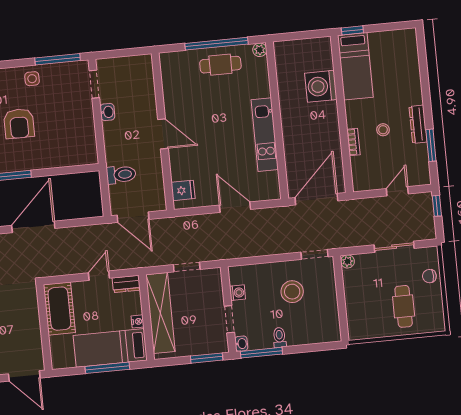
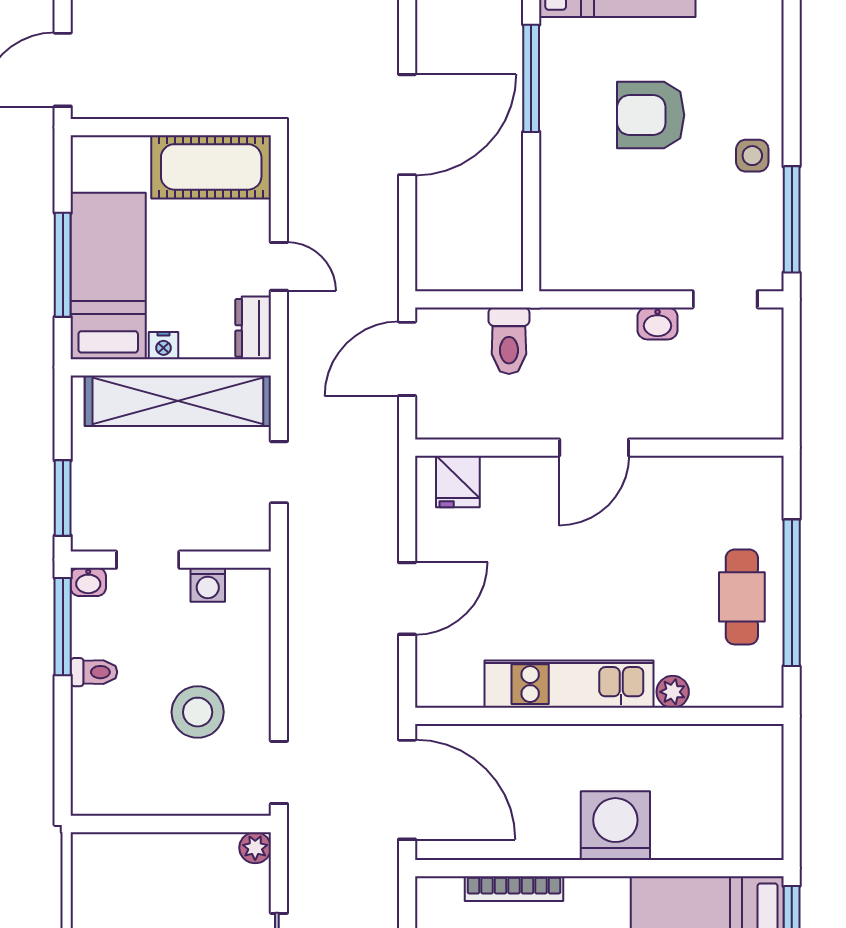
plant: (260, 50) -> (673, 692), moved
washing machine: (321, 86) -> (615, 826), moved
bookcase: (353, 142) -> (514, 889), width x1.56
door: (33, 227) -> (407, 125), hinge flipped

